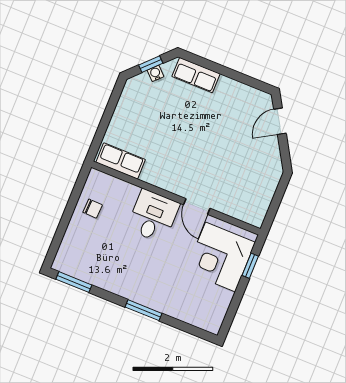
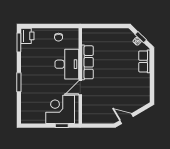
door: (280, 121) -> (127, 119), moved
row of seats: (121, 161) -> (87, 62), moved, width x1.48
desk: (153, 216) -> (67, 64), width x1.37
printer: (68, 262) -> (27, 36), added

